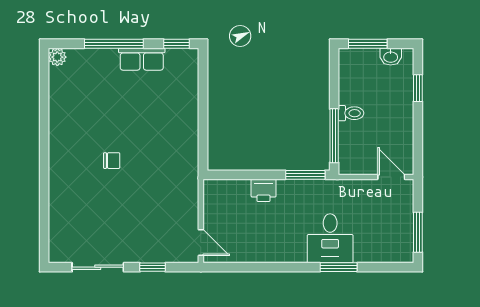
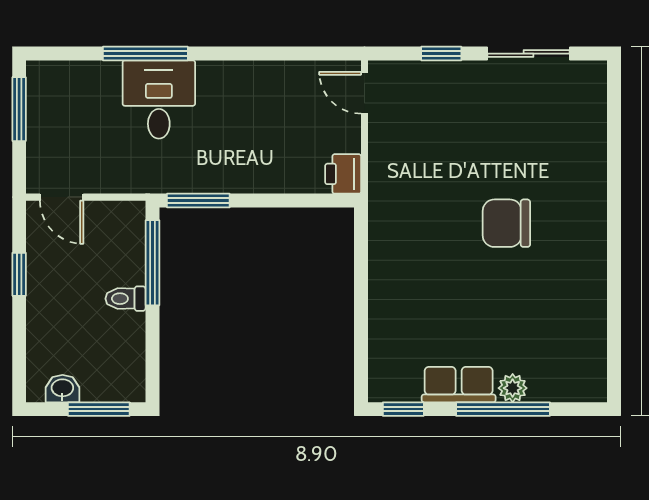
plant: (57, 57) -> (513, 388), moved
window: (418, 88) -> (19, 274), moved
chair: (112, 161) -> (506, 223), width x1.87, depth x1.87
printer: (264, 190) -> (343, 174), moved, turned -90
window: (339, 267) -> (145, 54), width x1.44

